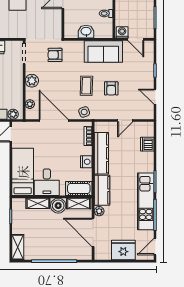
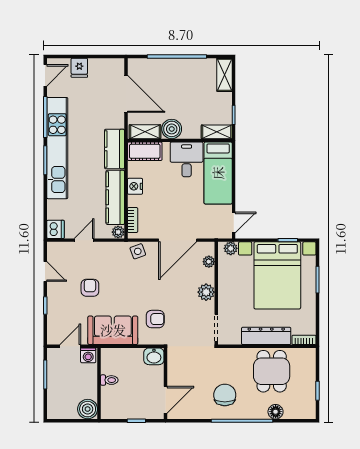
washbasin: (86, 32) -> (154, 356), moved
door: (136, 39) -> (70, 346), hinge flipped
armchair: (55, 55) -> (155, 319), moved
coffee table: (86, 86) -> (135, 286), removed
armchair: (111, 88) -> (90, 288), moved
door: (54, 121) -> (178, 240), hinge flipped
dishwasher: (147, 144) -> (55, 229), moved
kitchen unit: (146, 201) -> (57, 148), width x1.36
shelving: (38, 203) -> (217, 132), moved
plant: (99, 211) -> (118, 232), moved
fridge: (123, 250) -> (79, 68), width x0.53, depth x0.75

